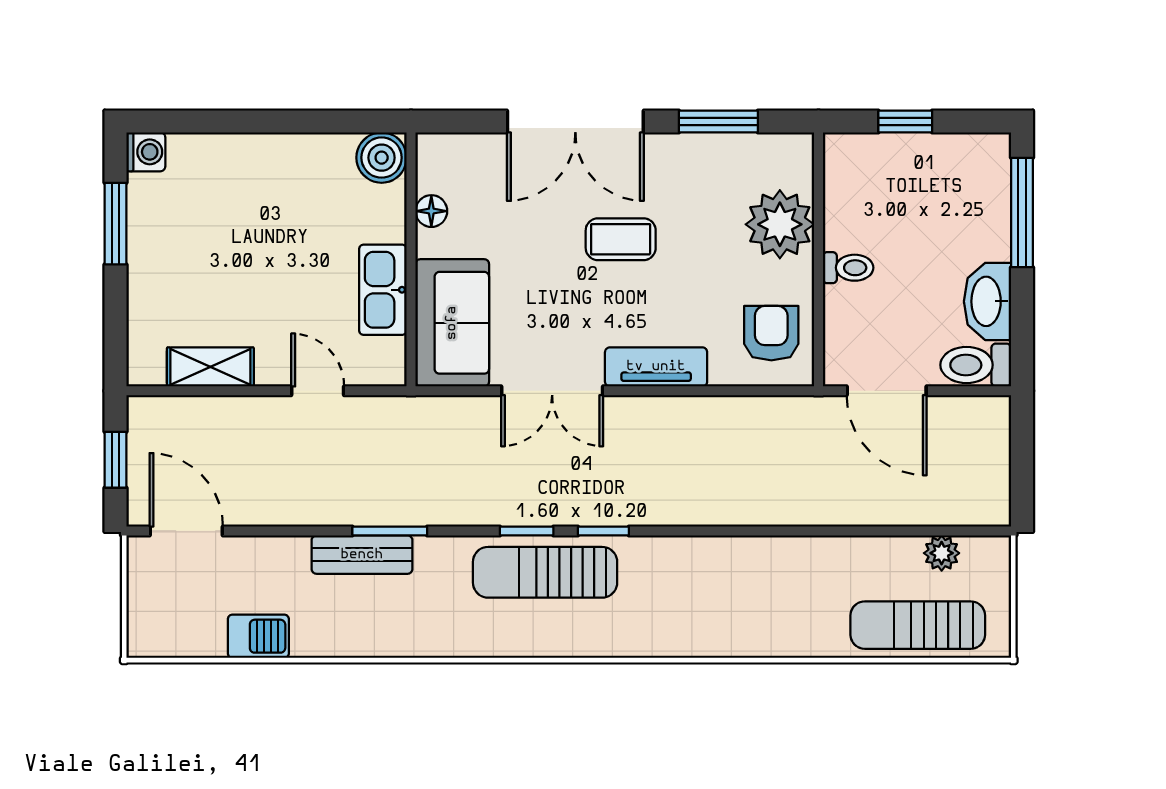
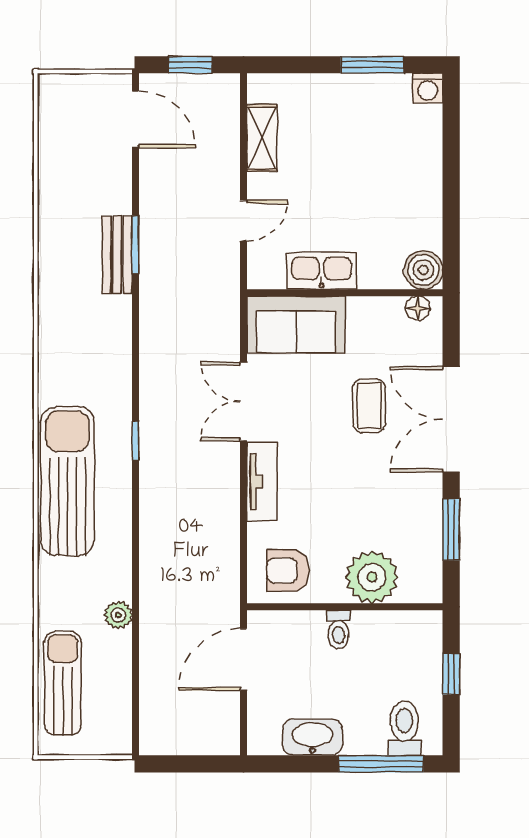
floor lamp: (431, 211) -> (418, 308), moved
coffee table: (621, 239) -> (369, 406), moved
armchair: (771, 333) -> (288, 570), turned 180
toilet: (976, 365) -> (404, 728), moved
door: (186, 531) -> (135, 119), hinge flipped
window: (390, 531) -> (135, 245), moved
window: (527, 531) -> (135, 382), removed
plant: (942, 553) -> (118, 615), moved
sun lounger: (545, 572) -> (67, 481), moved, width x1.36, depth x1.34
barbecue: (258, 636) -> (54, 175), removed

